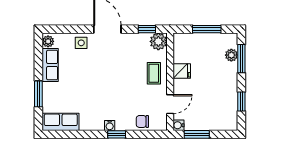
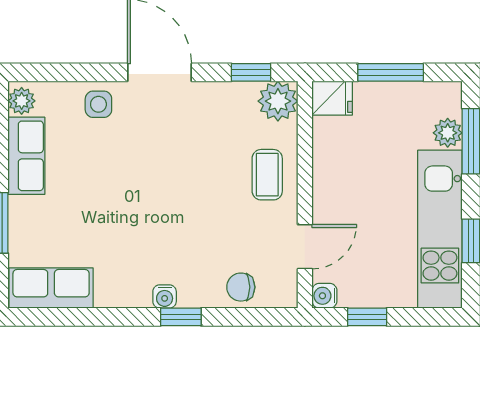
fridge: (182, 71) -> (332, 98), moved
kitchen unit: (228, 97) -> (440, 229), added
window: (197, 134) -> (367, 317), width x0.67

